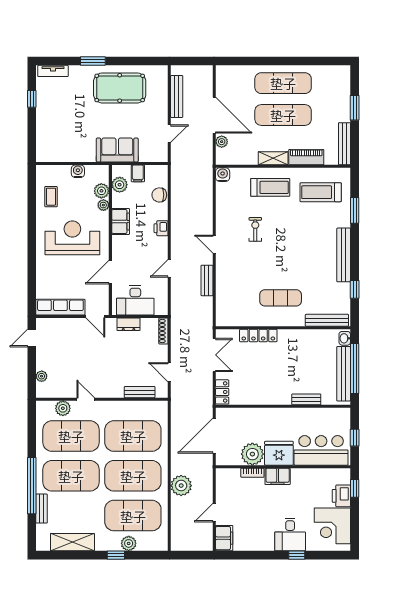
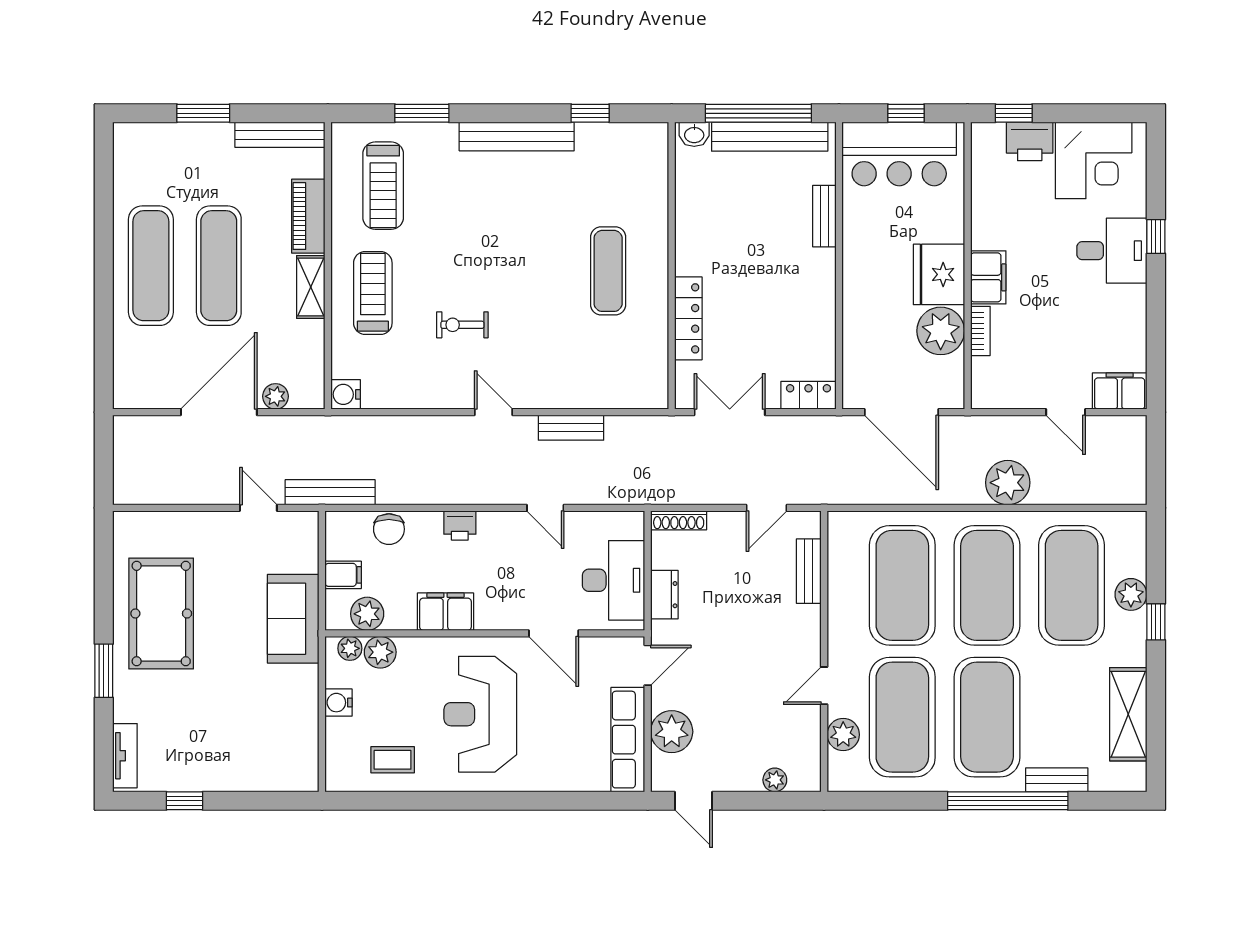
bench: (177, 96) -> (330, 492), moved
plant: (103, 205) -> (350, 648), moved
door: (214, 244) -> (494, 412), swing flipped
bench: (327, 320) -> (656, 172), removed
plant: (64, 328) -> (672, 732), added
bar counter: (321, 450) -> (899, 154), moved, turned -90

